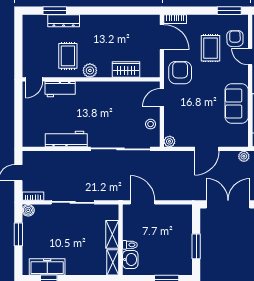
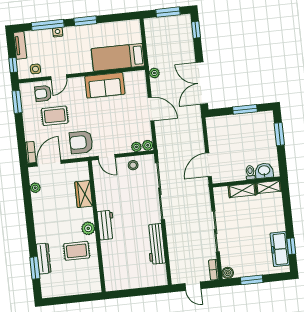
plant: (138, 20) -> (35, 188), added
door: (34, 79) -> (102, 281), removed
workbench: (60, 89) -> (106, 225), moved
plant: (169, 130) -> (136, 147), added

